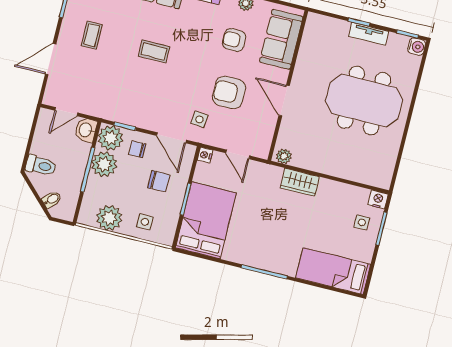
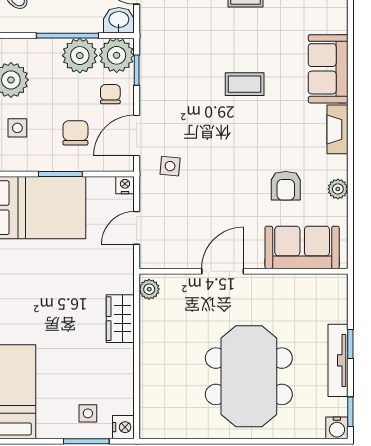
tv unit: (369, 34) -> (338, 360), width x1.41
armchair: (234, 40) -> (286, 186), turned 180
coffee table: (154, 51) -> (245, 84), turned 90
armchair: (229, 92) -> (215, 196), removed
chair: (159, 181) -> (75, 133), turned 180

